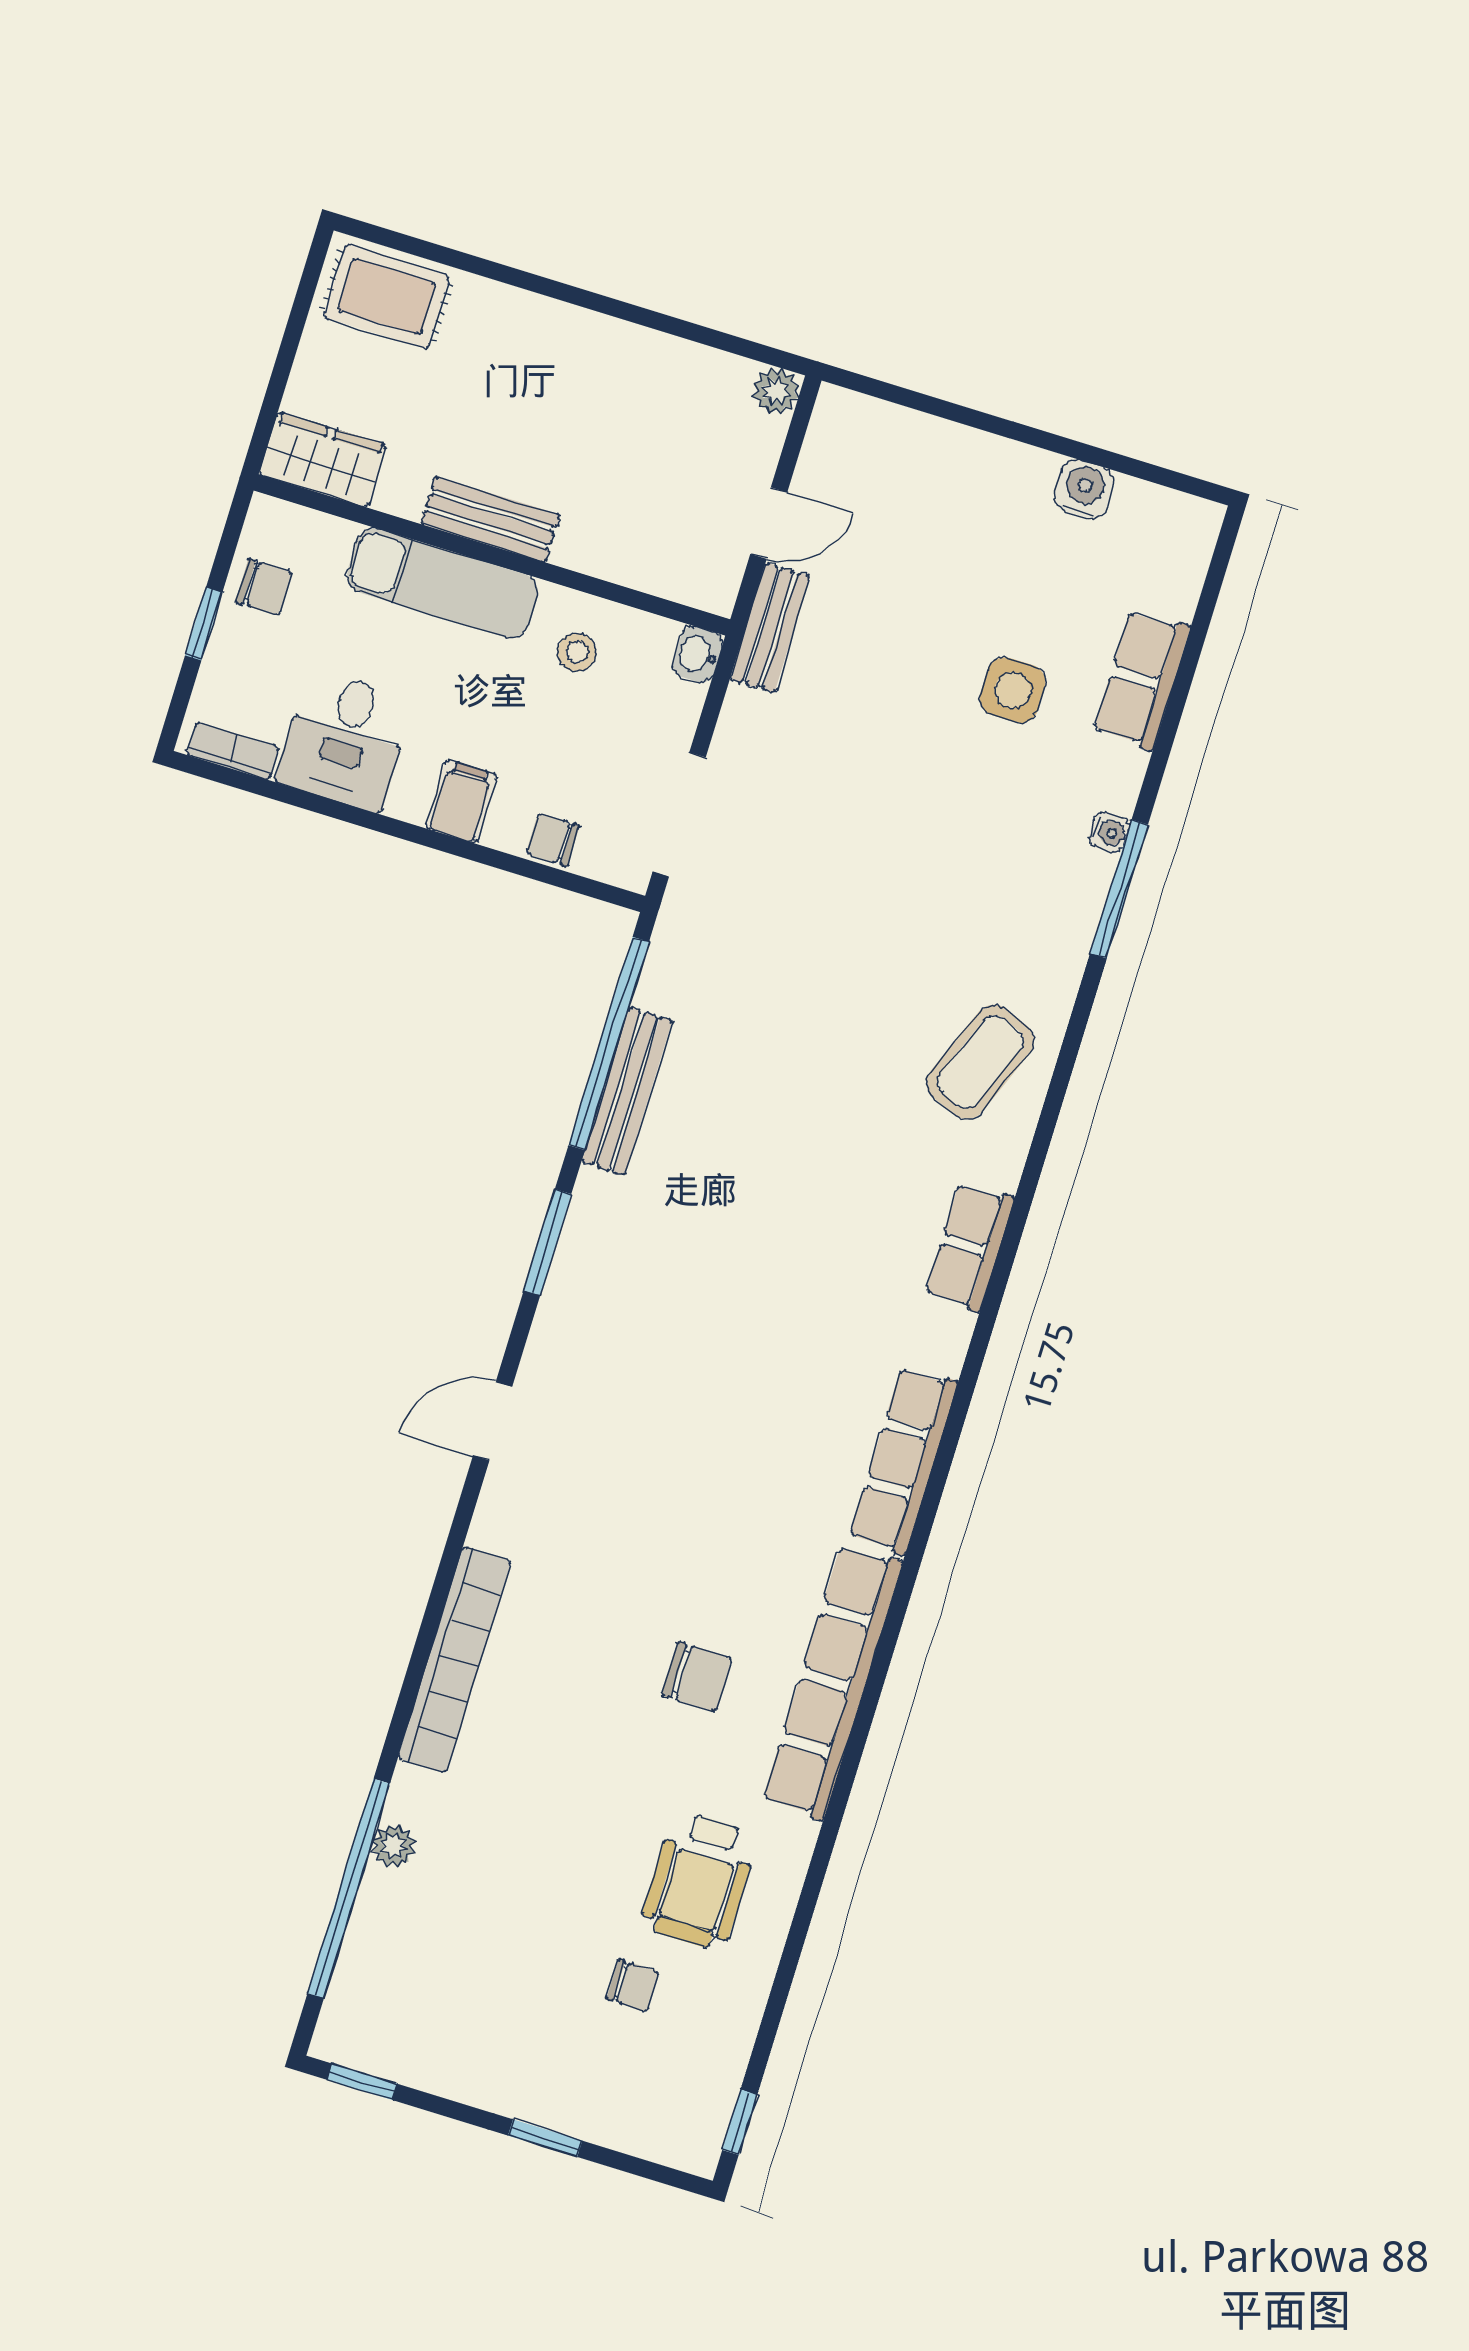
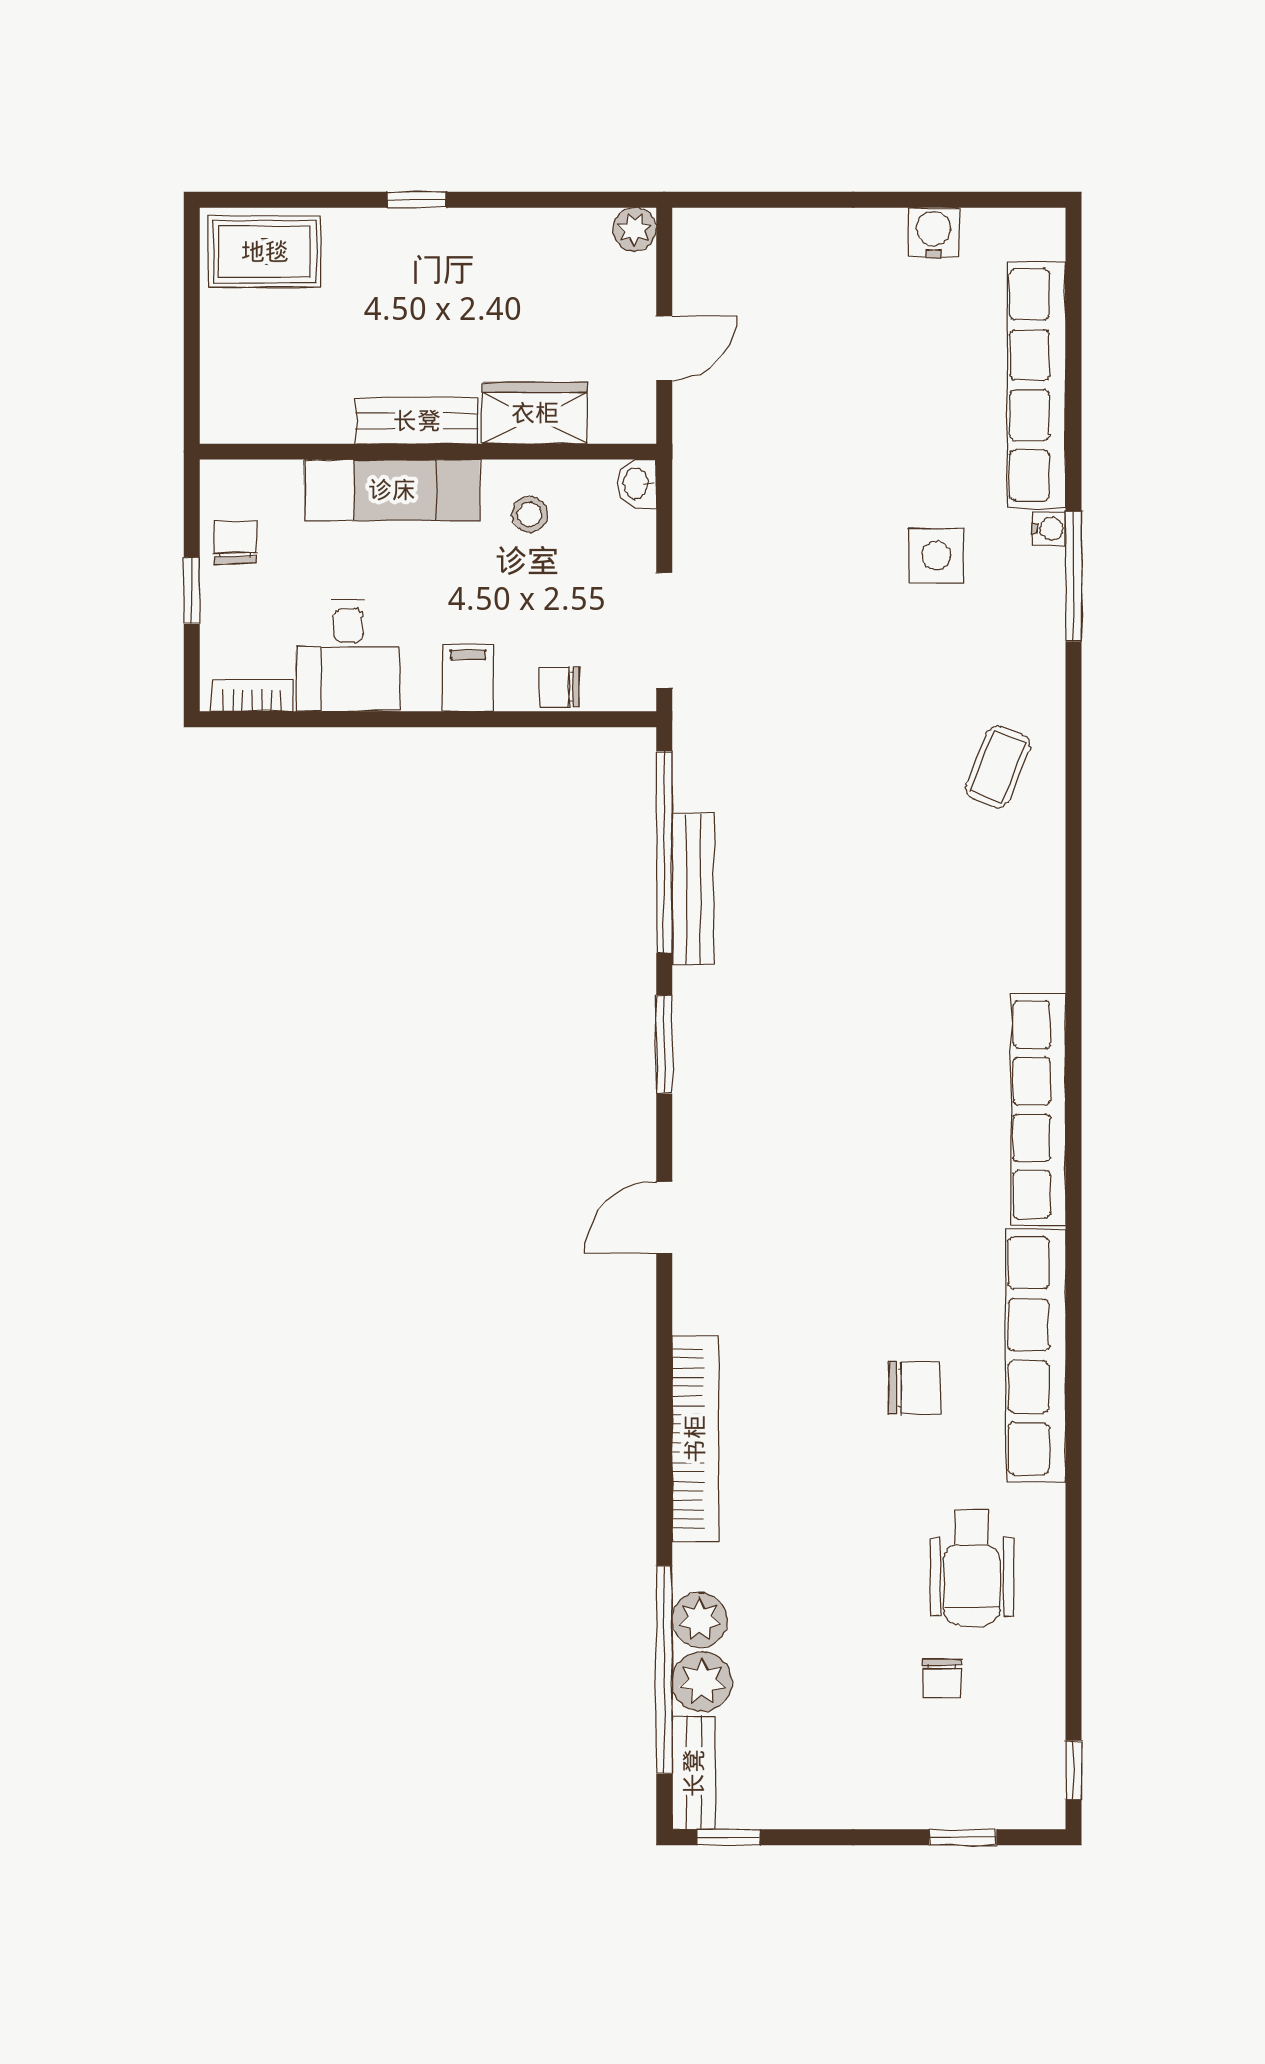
window: (560, 291) -> (416, 200), added
wardrobe: (323, 460) -> (535, 413), moved
chair: (264, 587) -> (235, 542), turned -90
bench: (770, 628) -> (694, 1773), moved
row of seats: (1142, 680) -> (1037, 385), width x2.02
side table: (1013, 690) -> (936, 556), moved
coffee table: (980, 1062) -> (998, 767), width x0.73, depth x0.77
row of seats: (970, 1247) -> (1039, 933), removed
row of seats: (903, 1460) -> (1038, 1109), width x1.36
plant: (394, 1846) -> (700, 1620), width x1.38, depth x1.38
plant: (384, 1913) -> (702, 1682), added
chair: (633, 1985) -> (942, 1678), turned 90
window: (545, 2138) -> (963, 1837), moved

